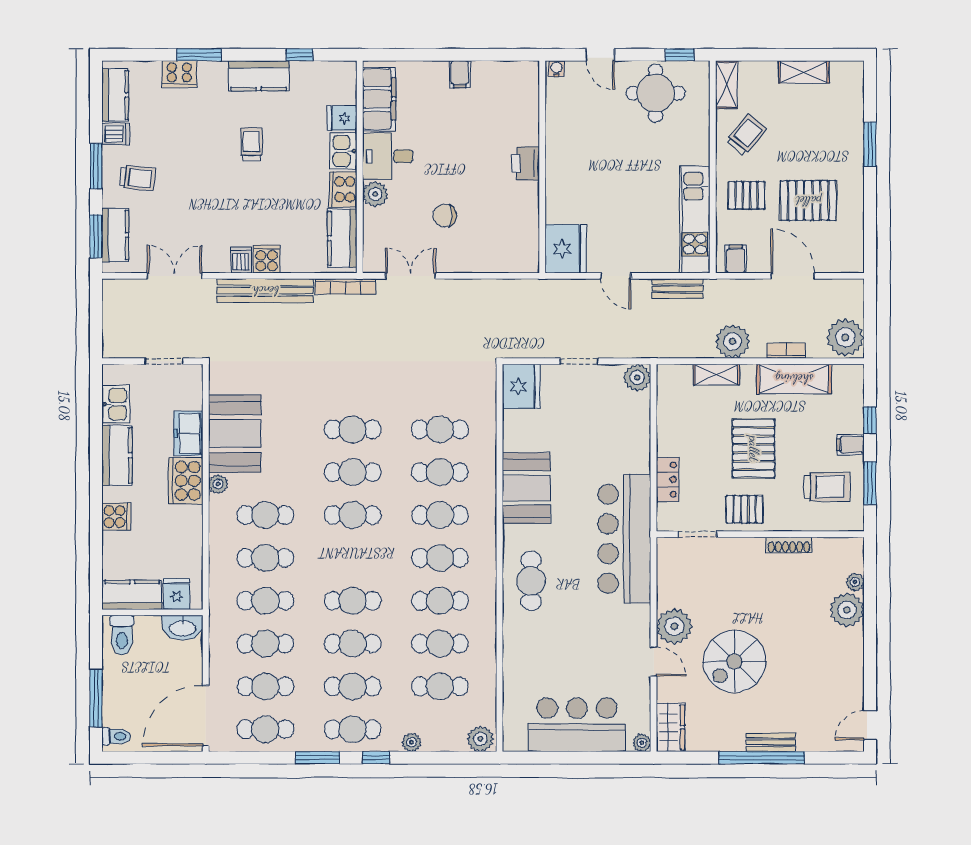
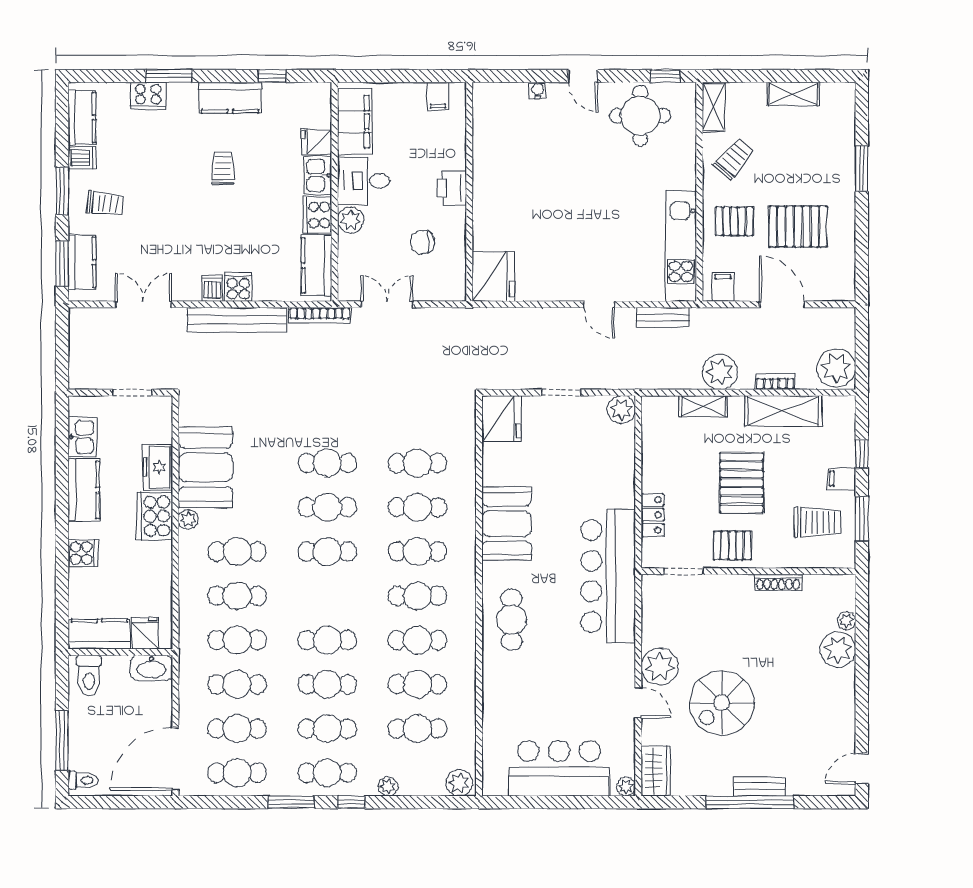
printer: (525, 163) -> (452, 188), moved
wall: (542, 167) -> (469, 192), moved
fridge: (566, 249) -> (493, 276), moved

